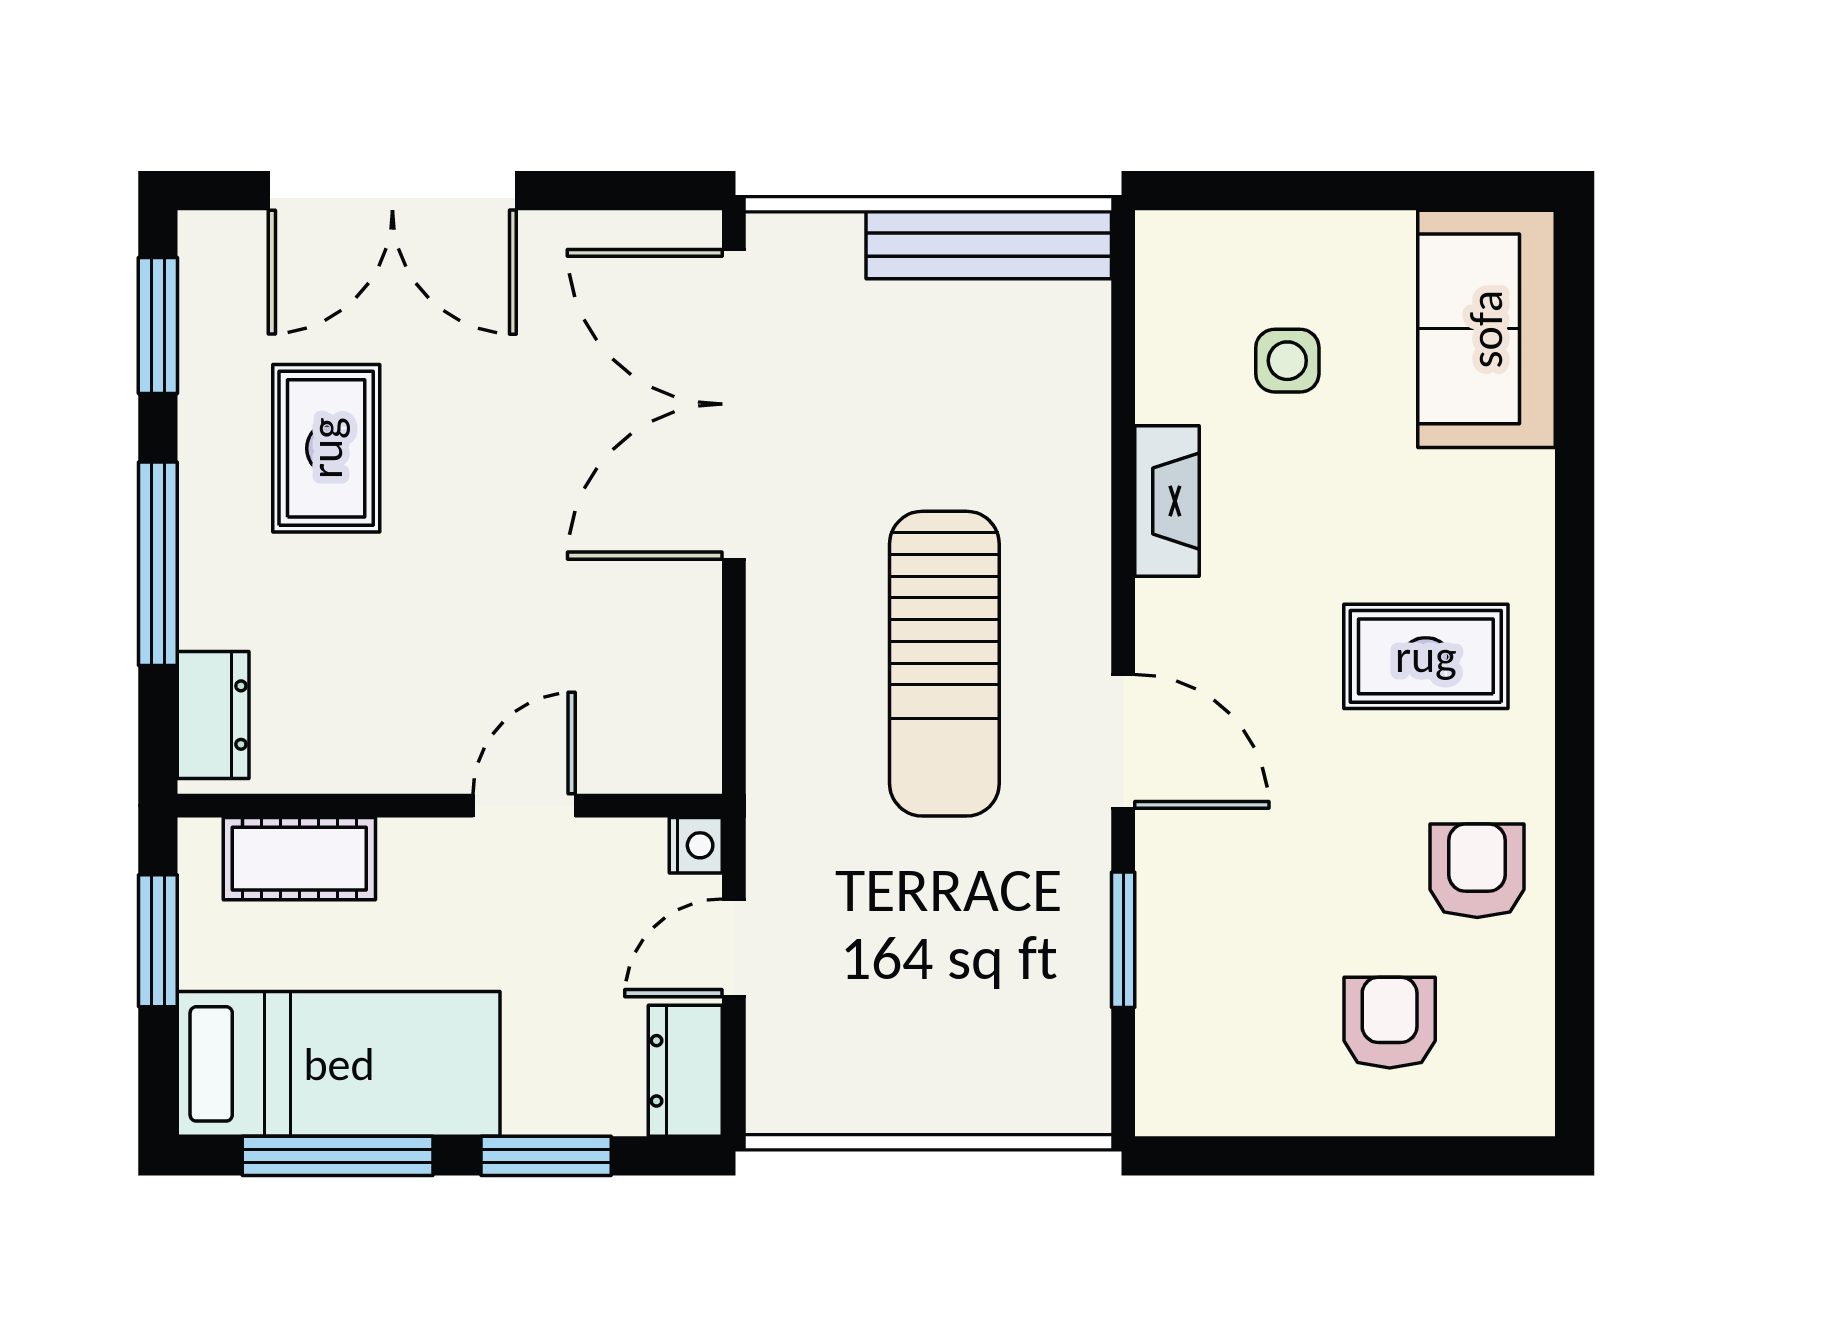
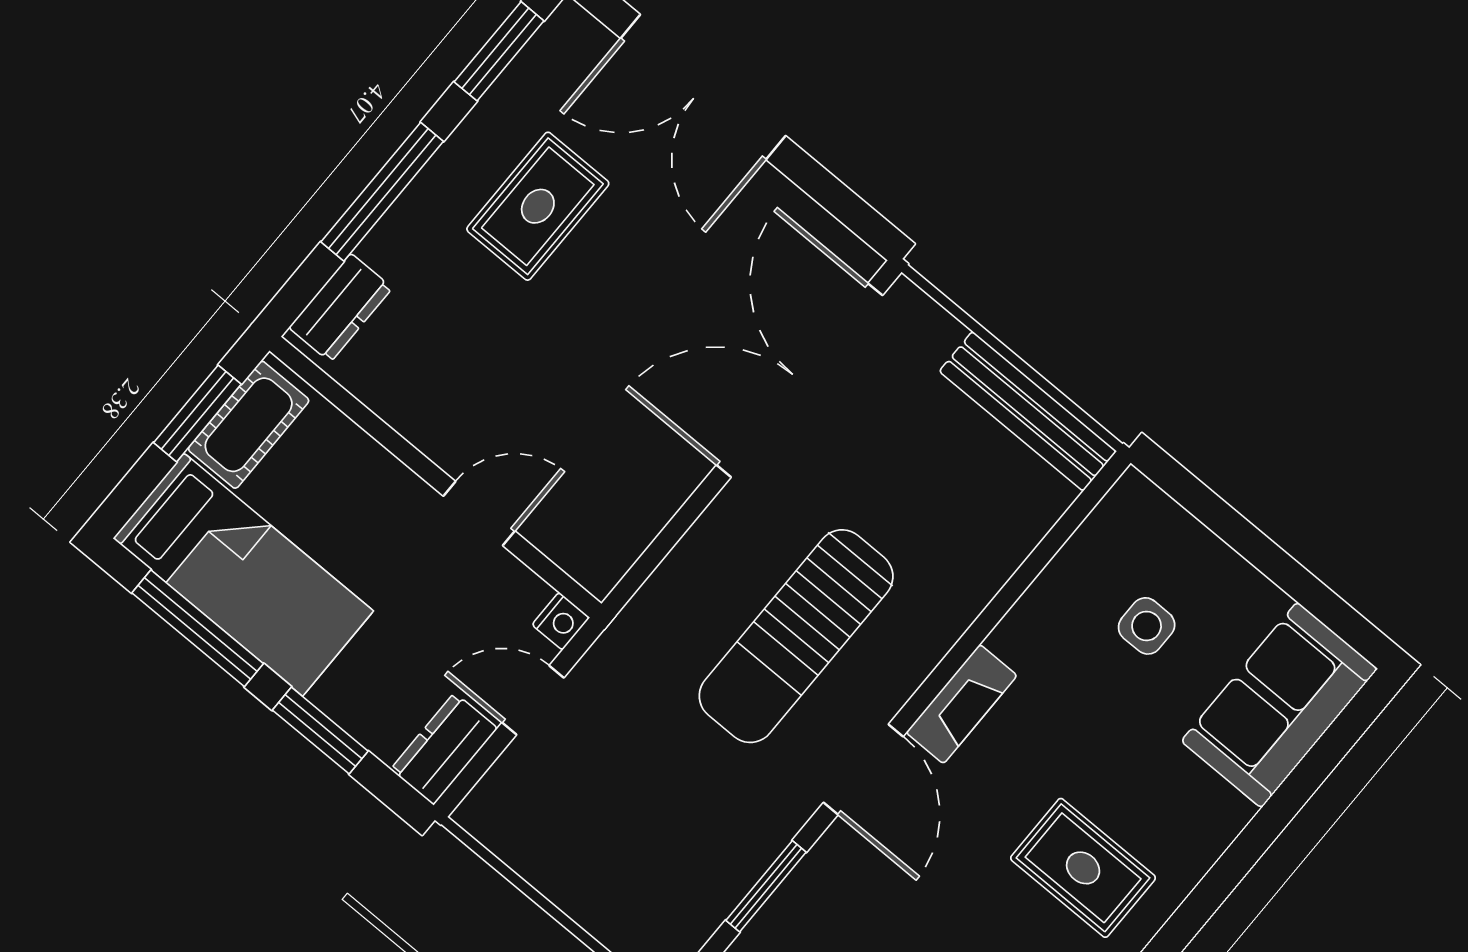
fireplace: (1167, 501) -> (962, 704), moved
cot: (299, 859) -> (249, 425), moved, turned 90

